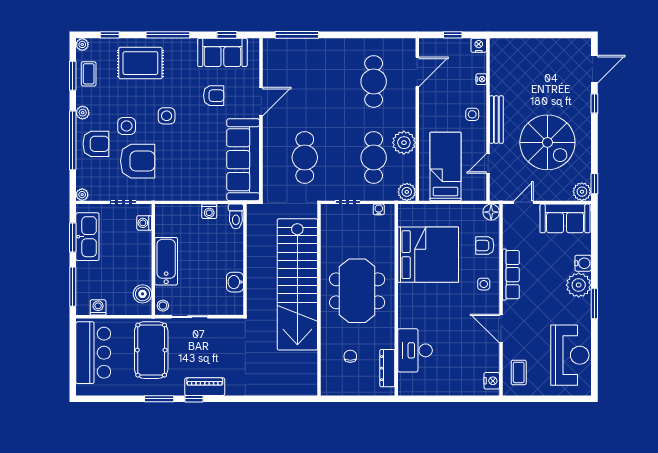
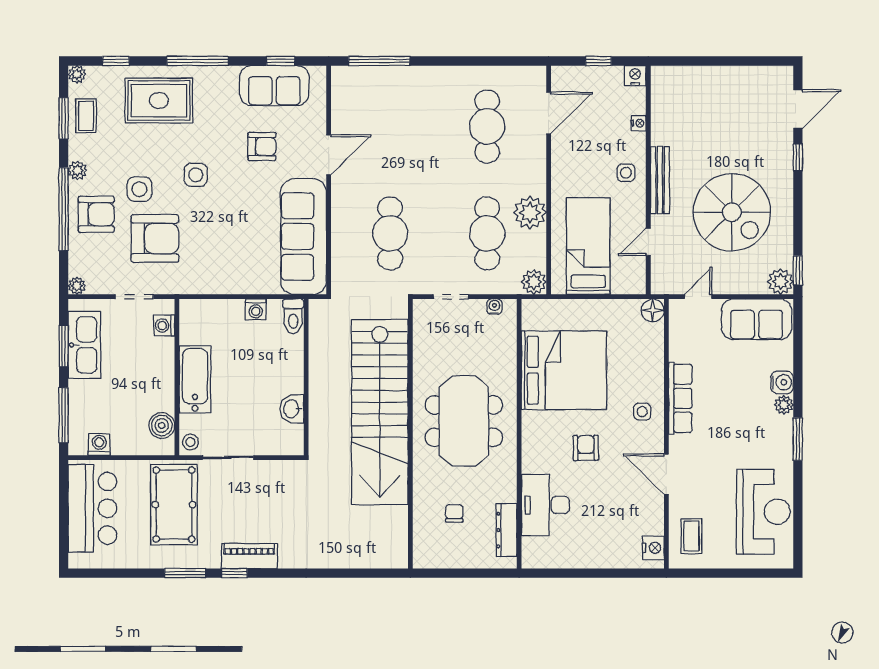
armchair: (485, 246) -> (586, 448), moved, turned 89
plant: (579, 285) -> (784, 405), width x0.53, depth x0.53

